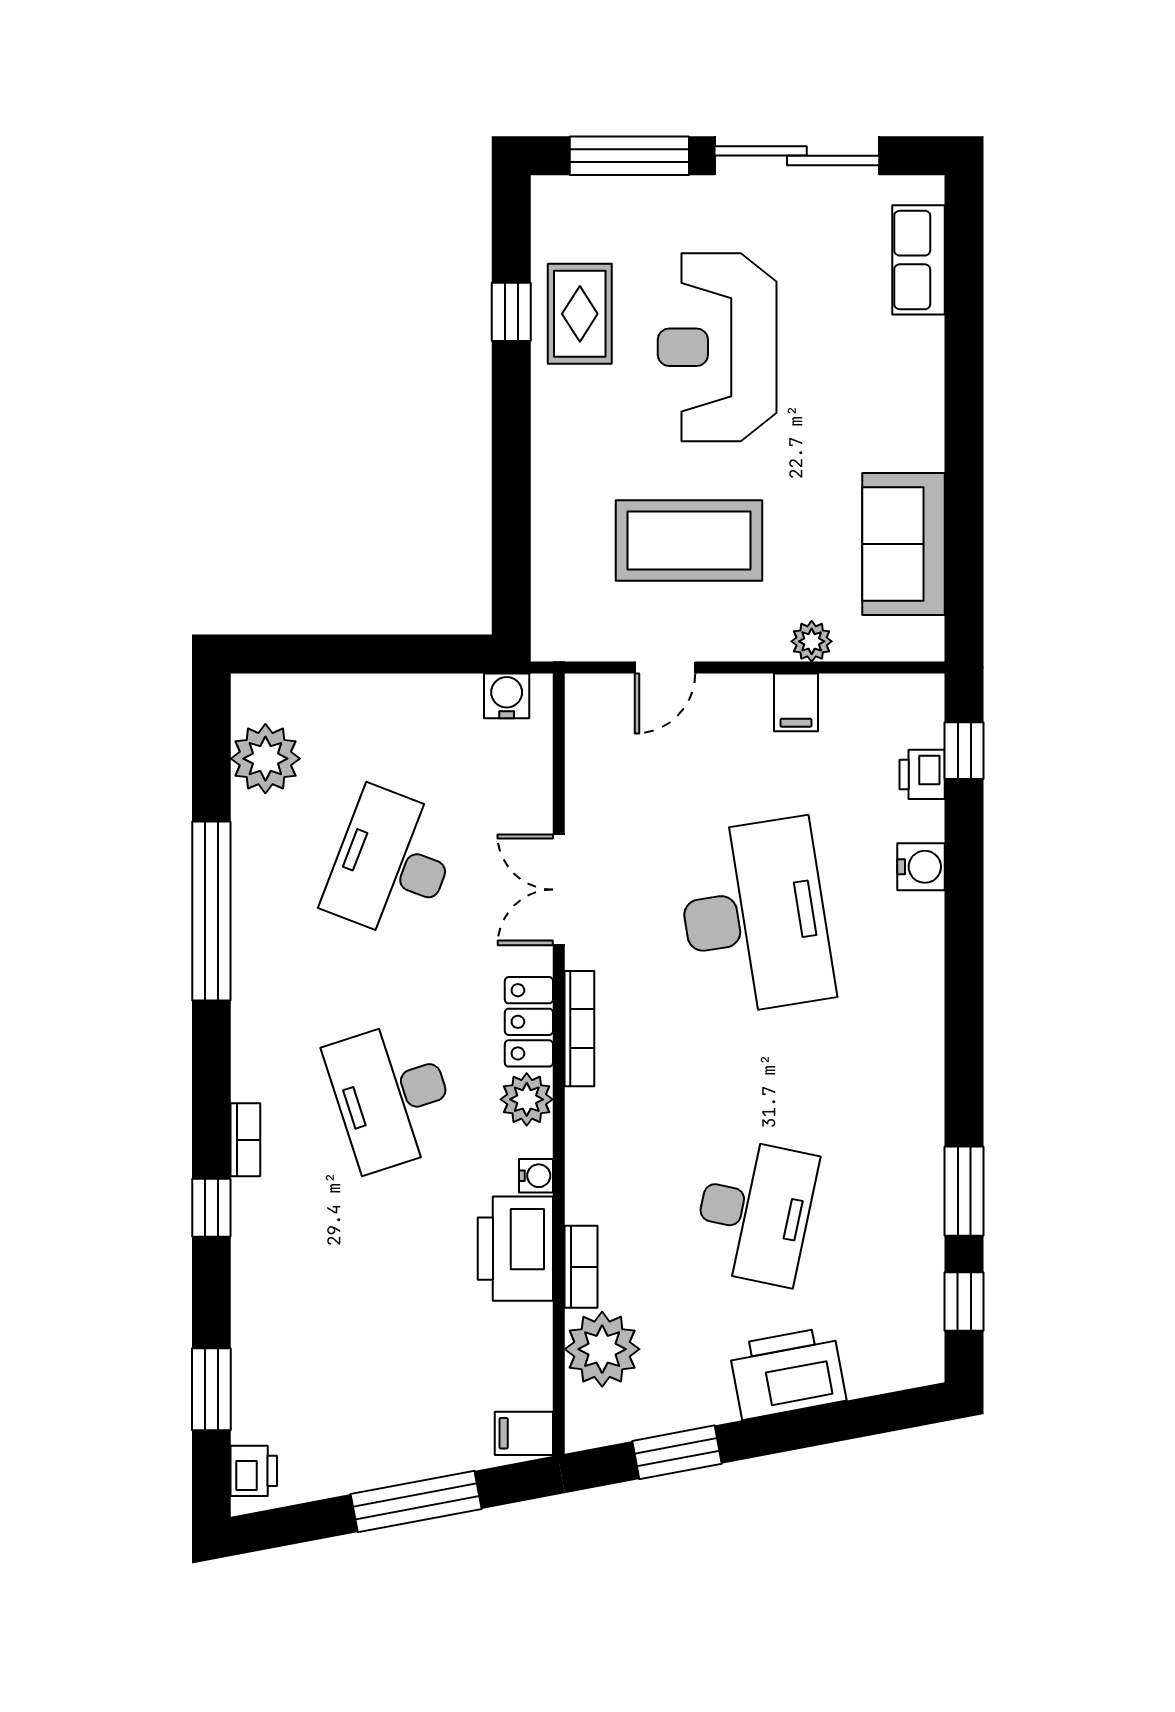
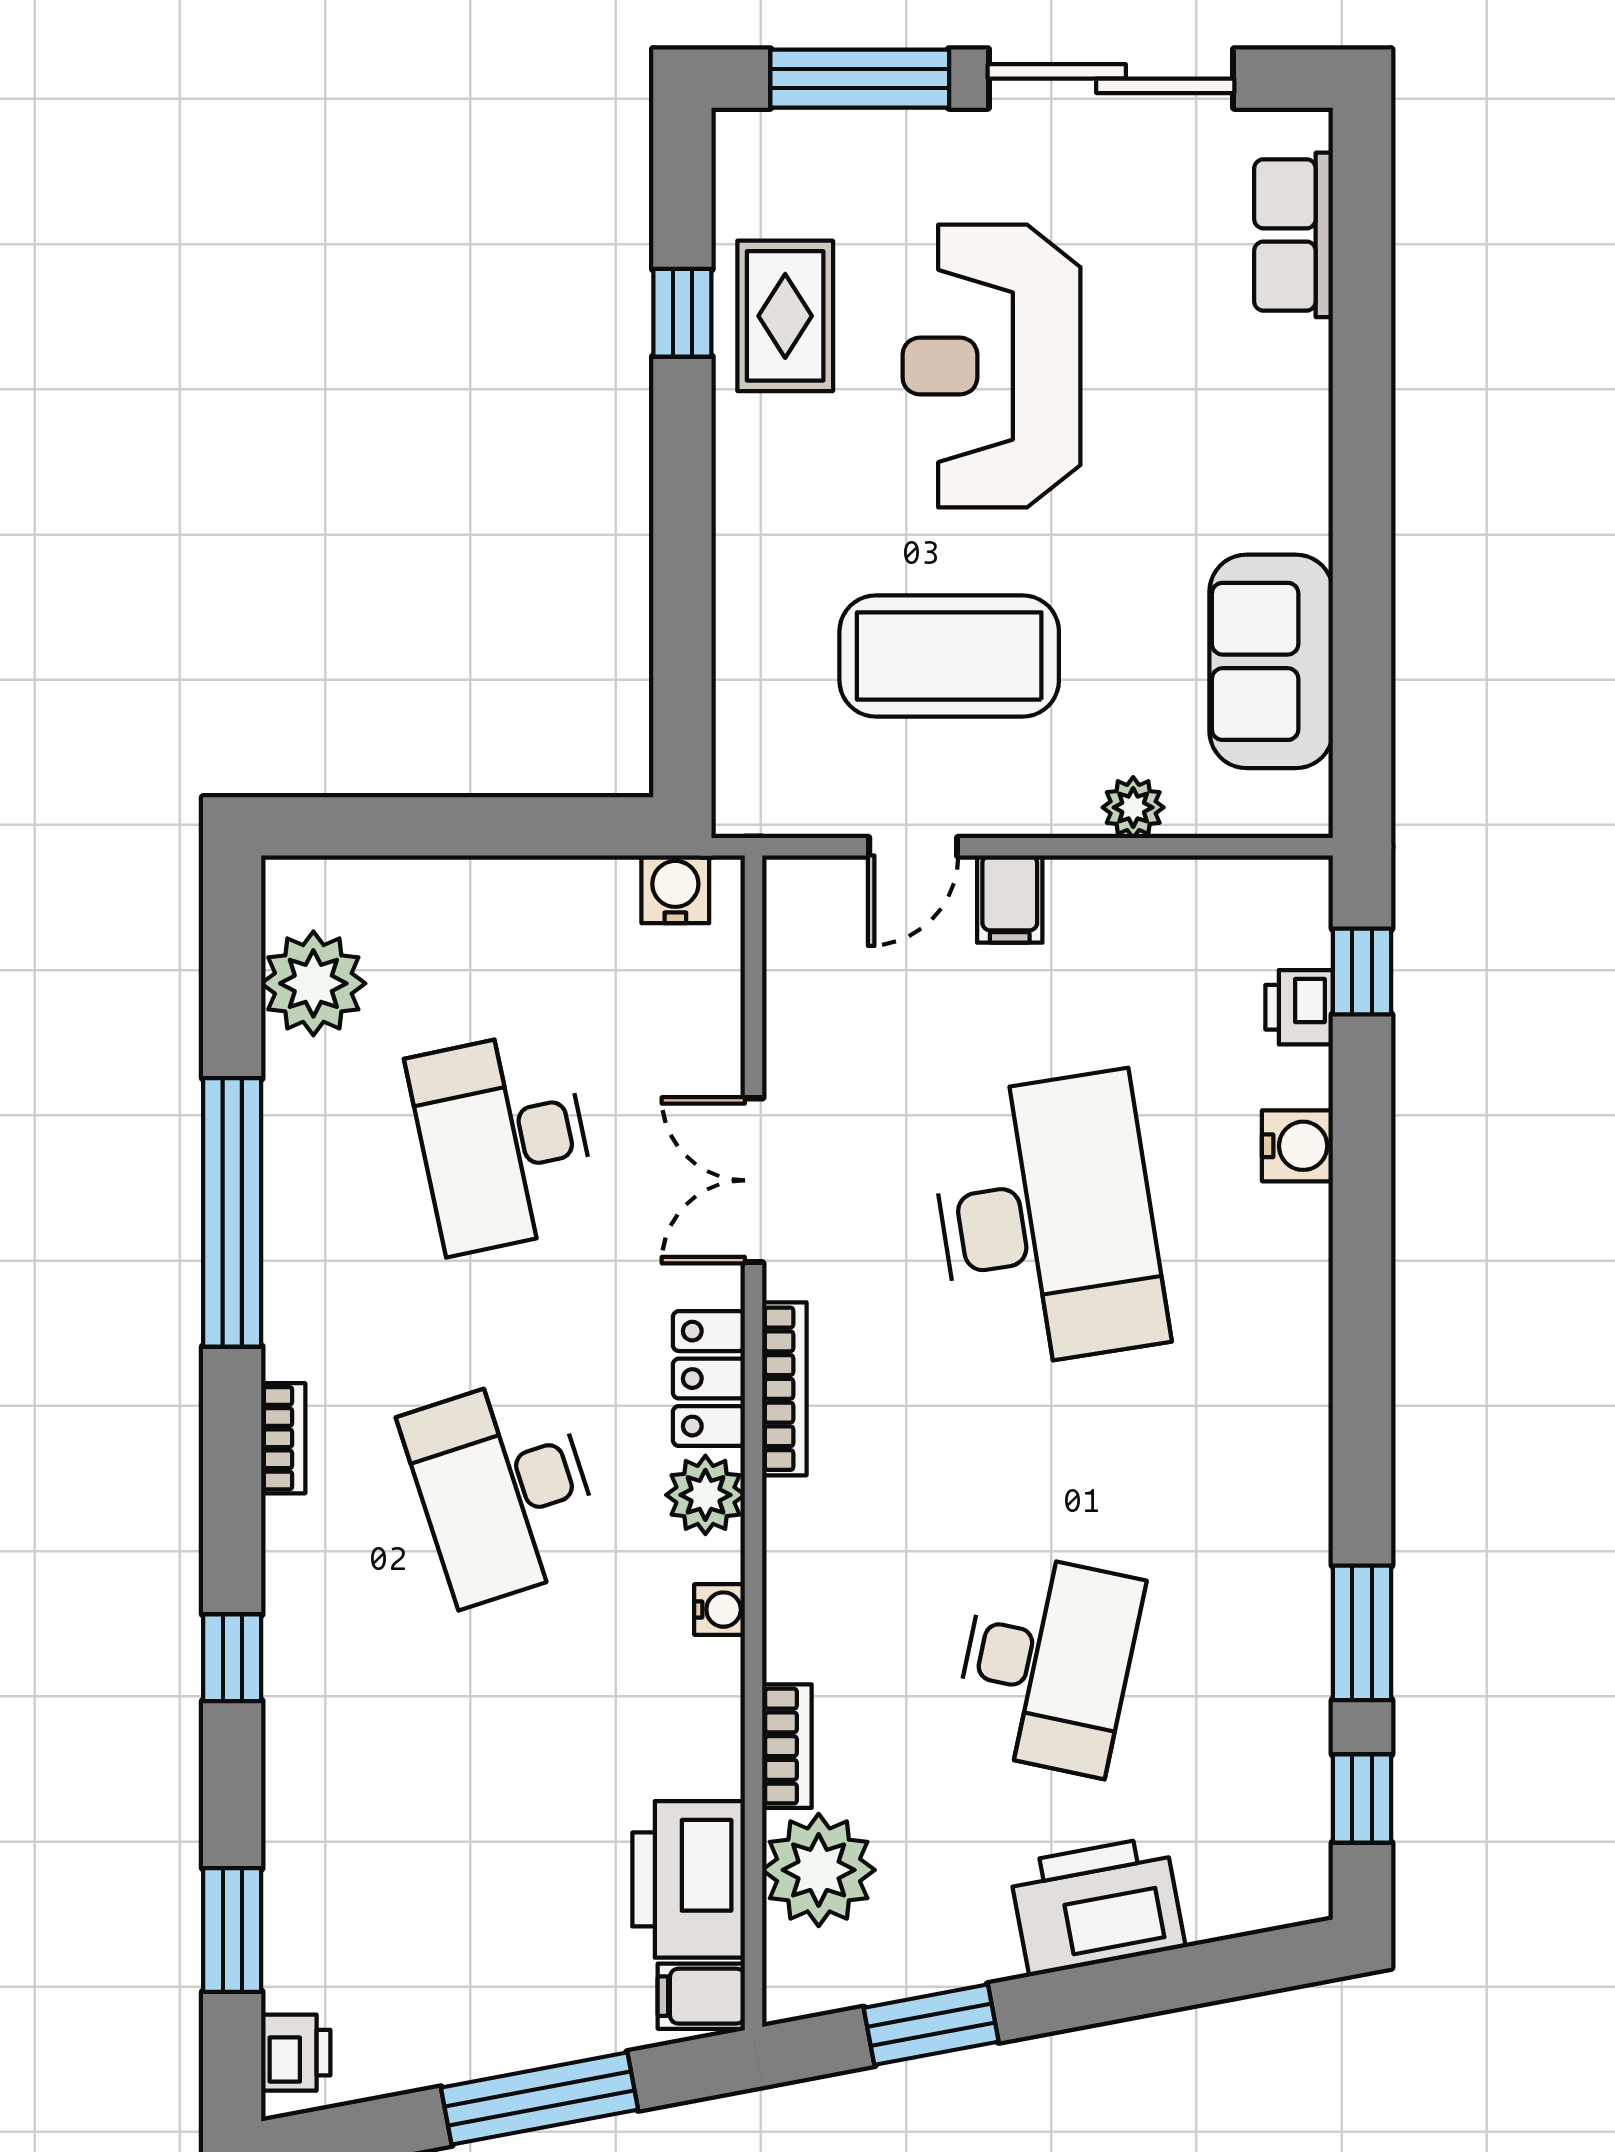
filing cabinet: (796, 702) -> (1010, 899), moved
desk: (392, 864) -> (503, 1142), turned -33
bookcase: (245, 1140) -> (283, 1438), moved
printer: (515, 1249) -> (689, 1879), moved

